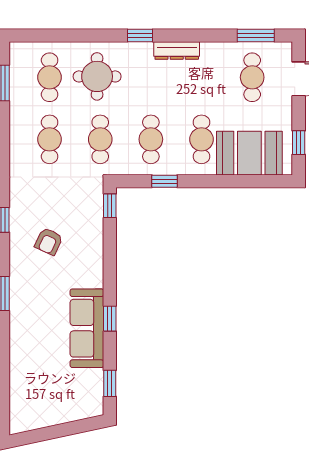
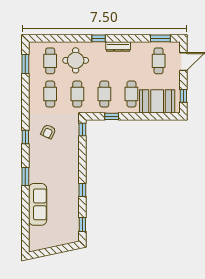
armchair: (49, 241) -> (48, 132), moved
sofa: (87, 328) -> (38, 204), moved, turned 180

